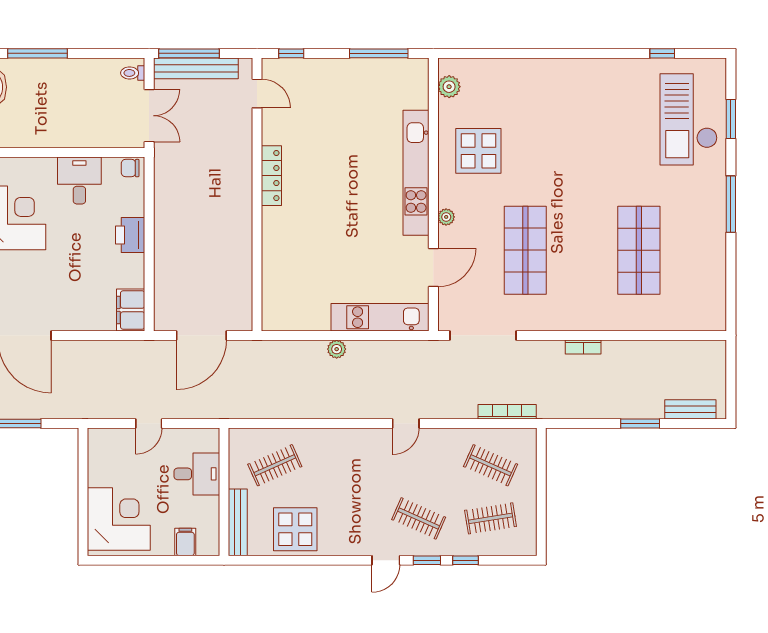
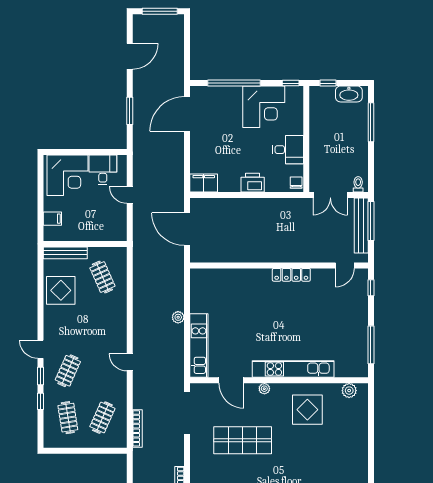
desk: (197, 474) -> (103, 170), moved, turned 180

